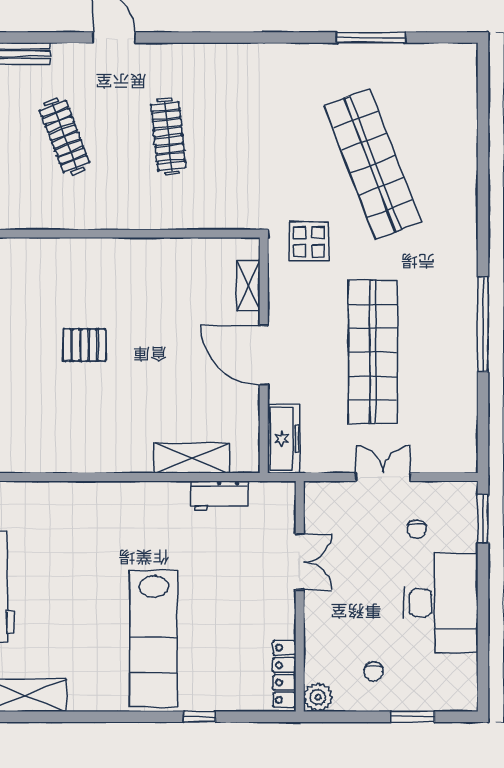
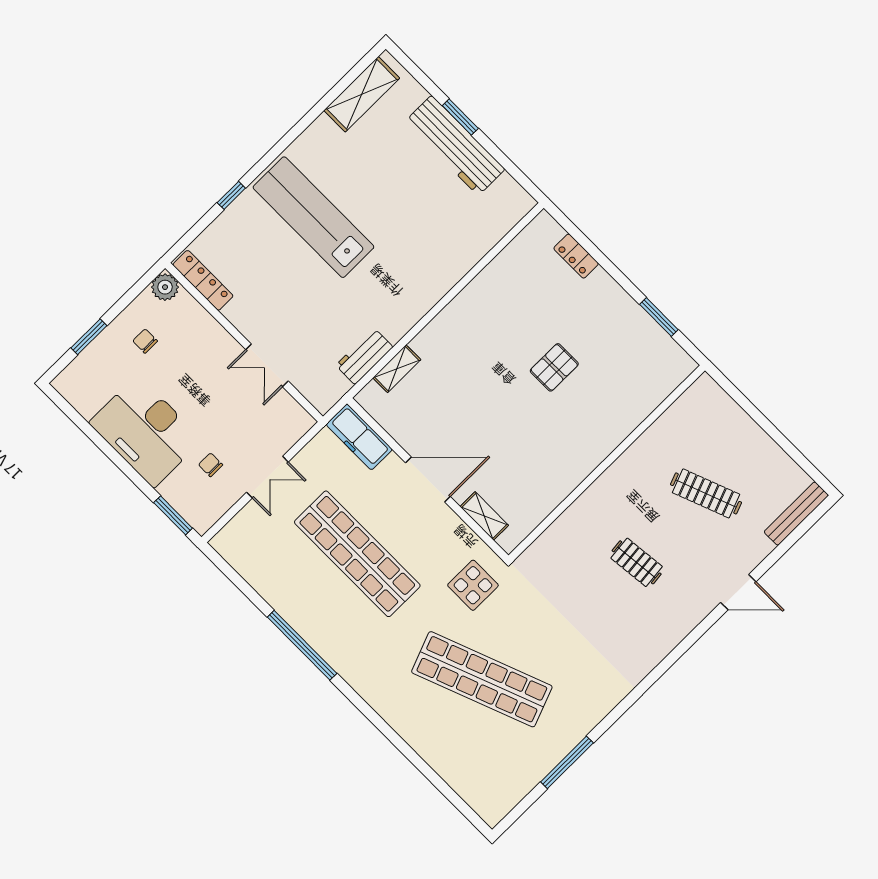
clothes rail: (168, 136) -> (637, 562), width x0.73
shelving: (192, 458) -> (397, 369), width x0.67, depth x0.75

